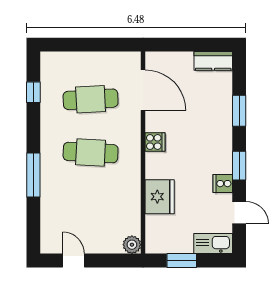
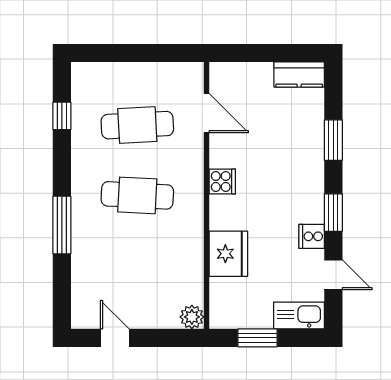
door: (143, 90) -> (207, 113), width x0.73

